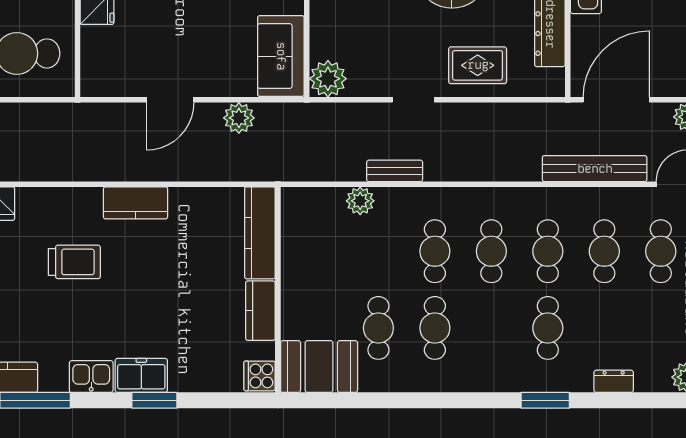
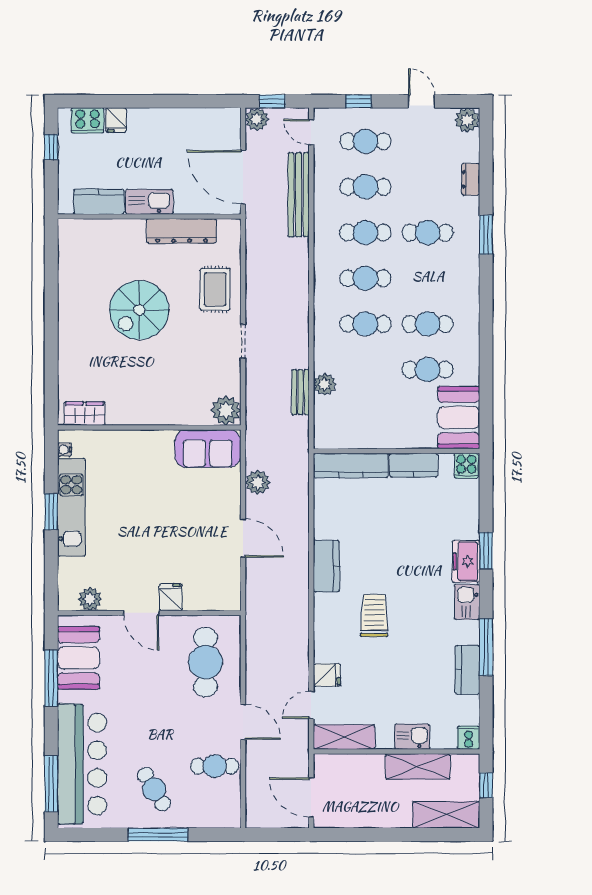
bench: (395, 171) -> (300, 392), moved

